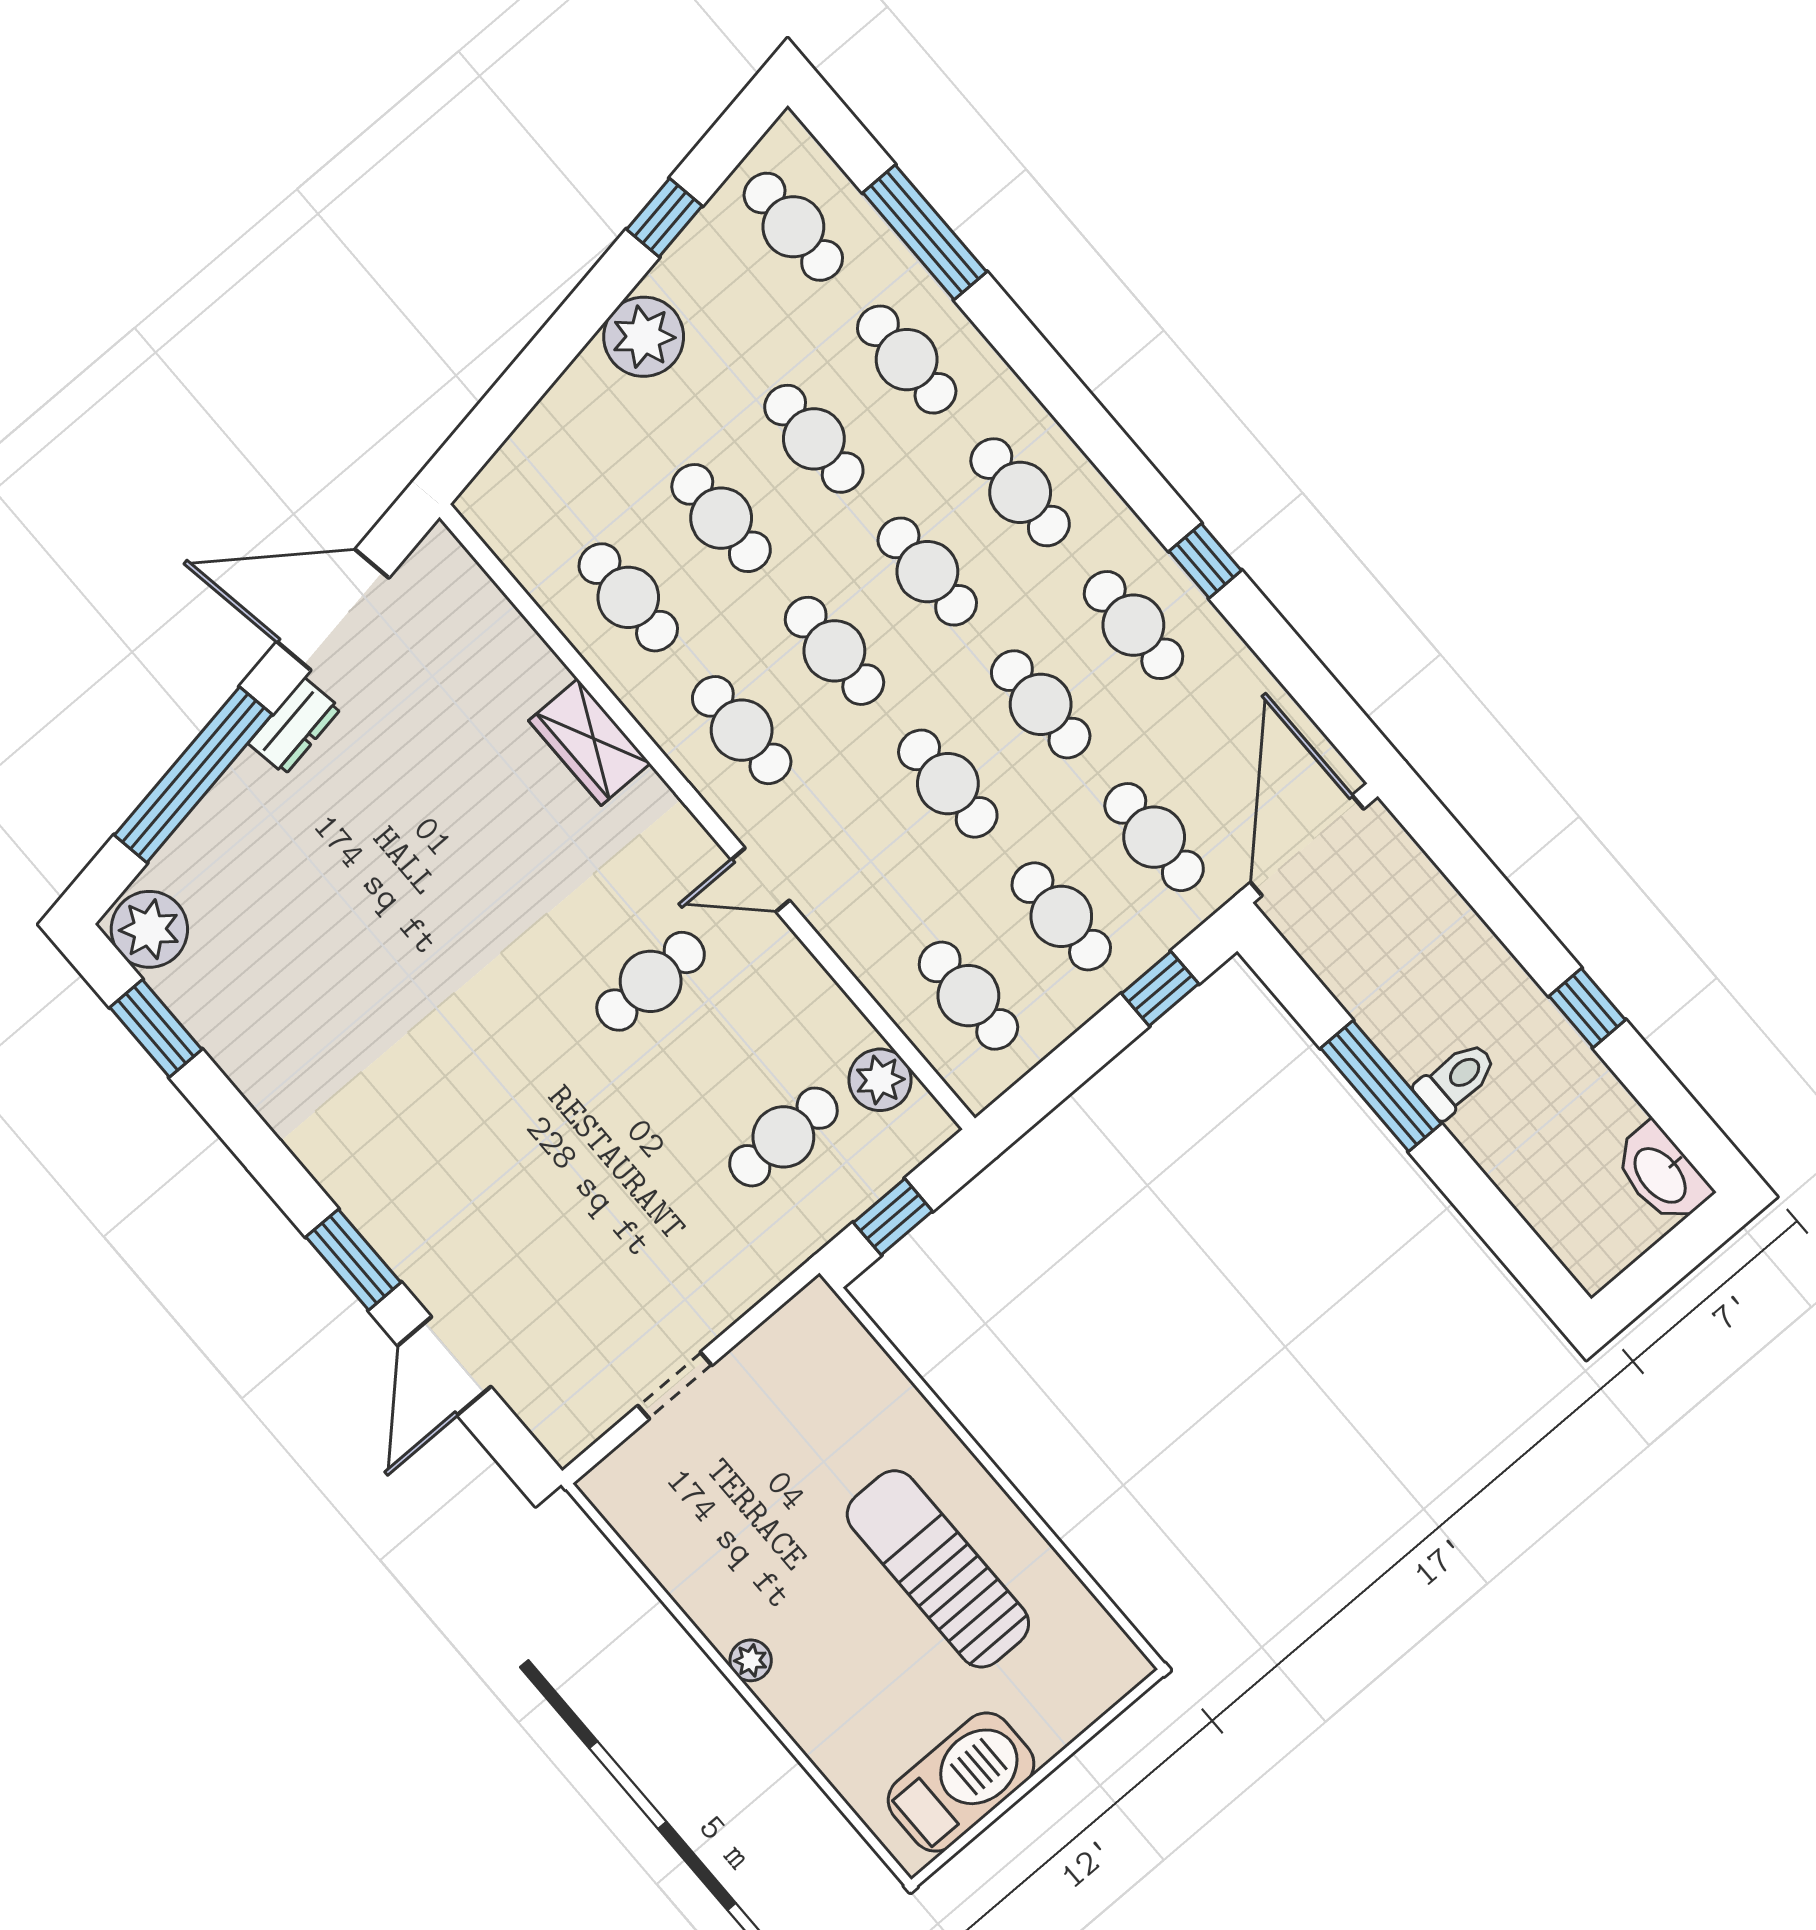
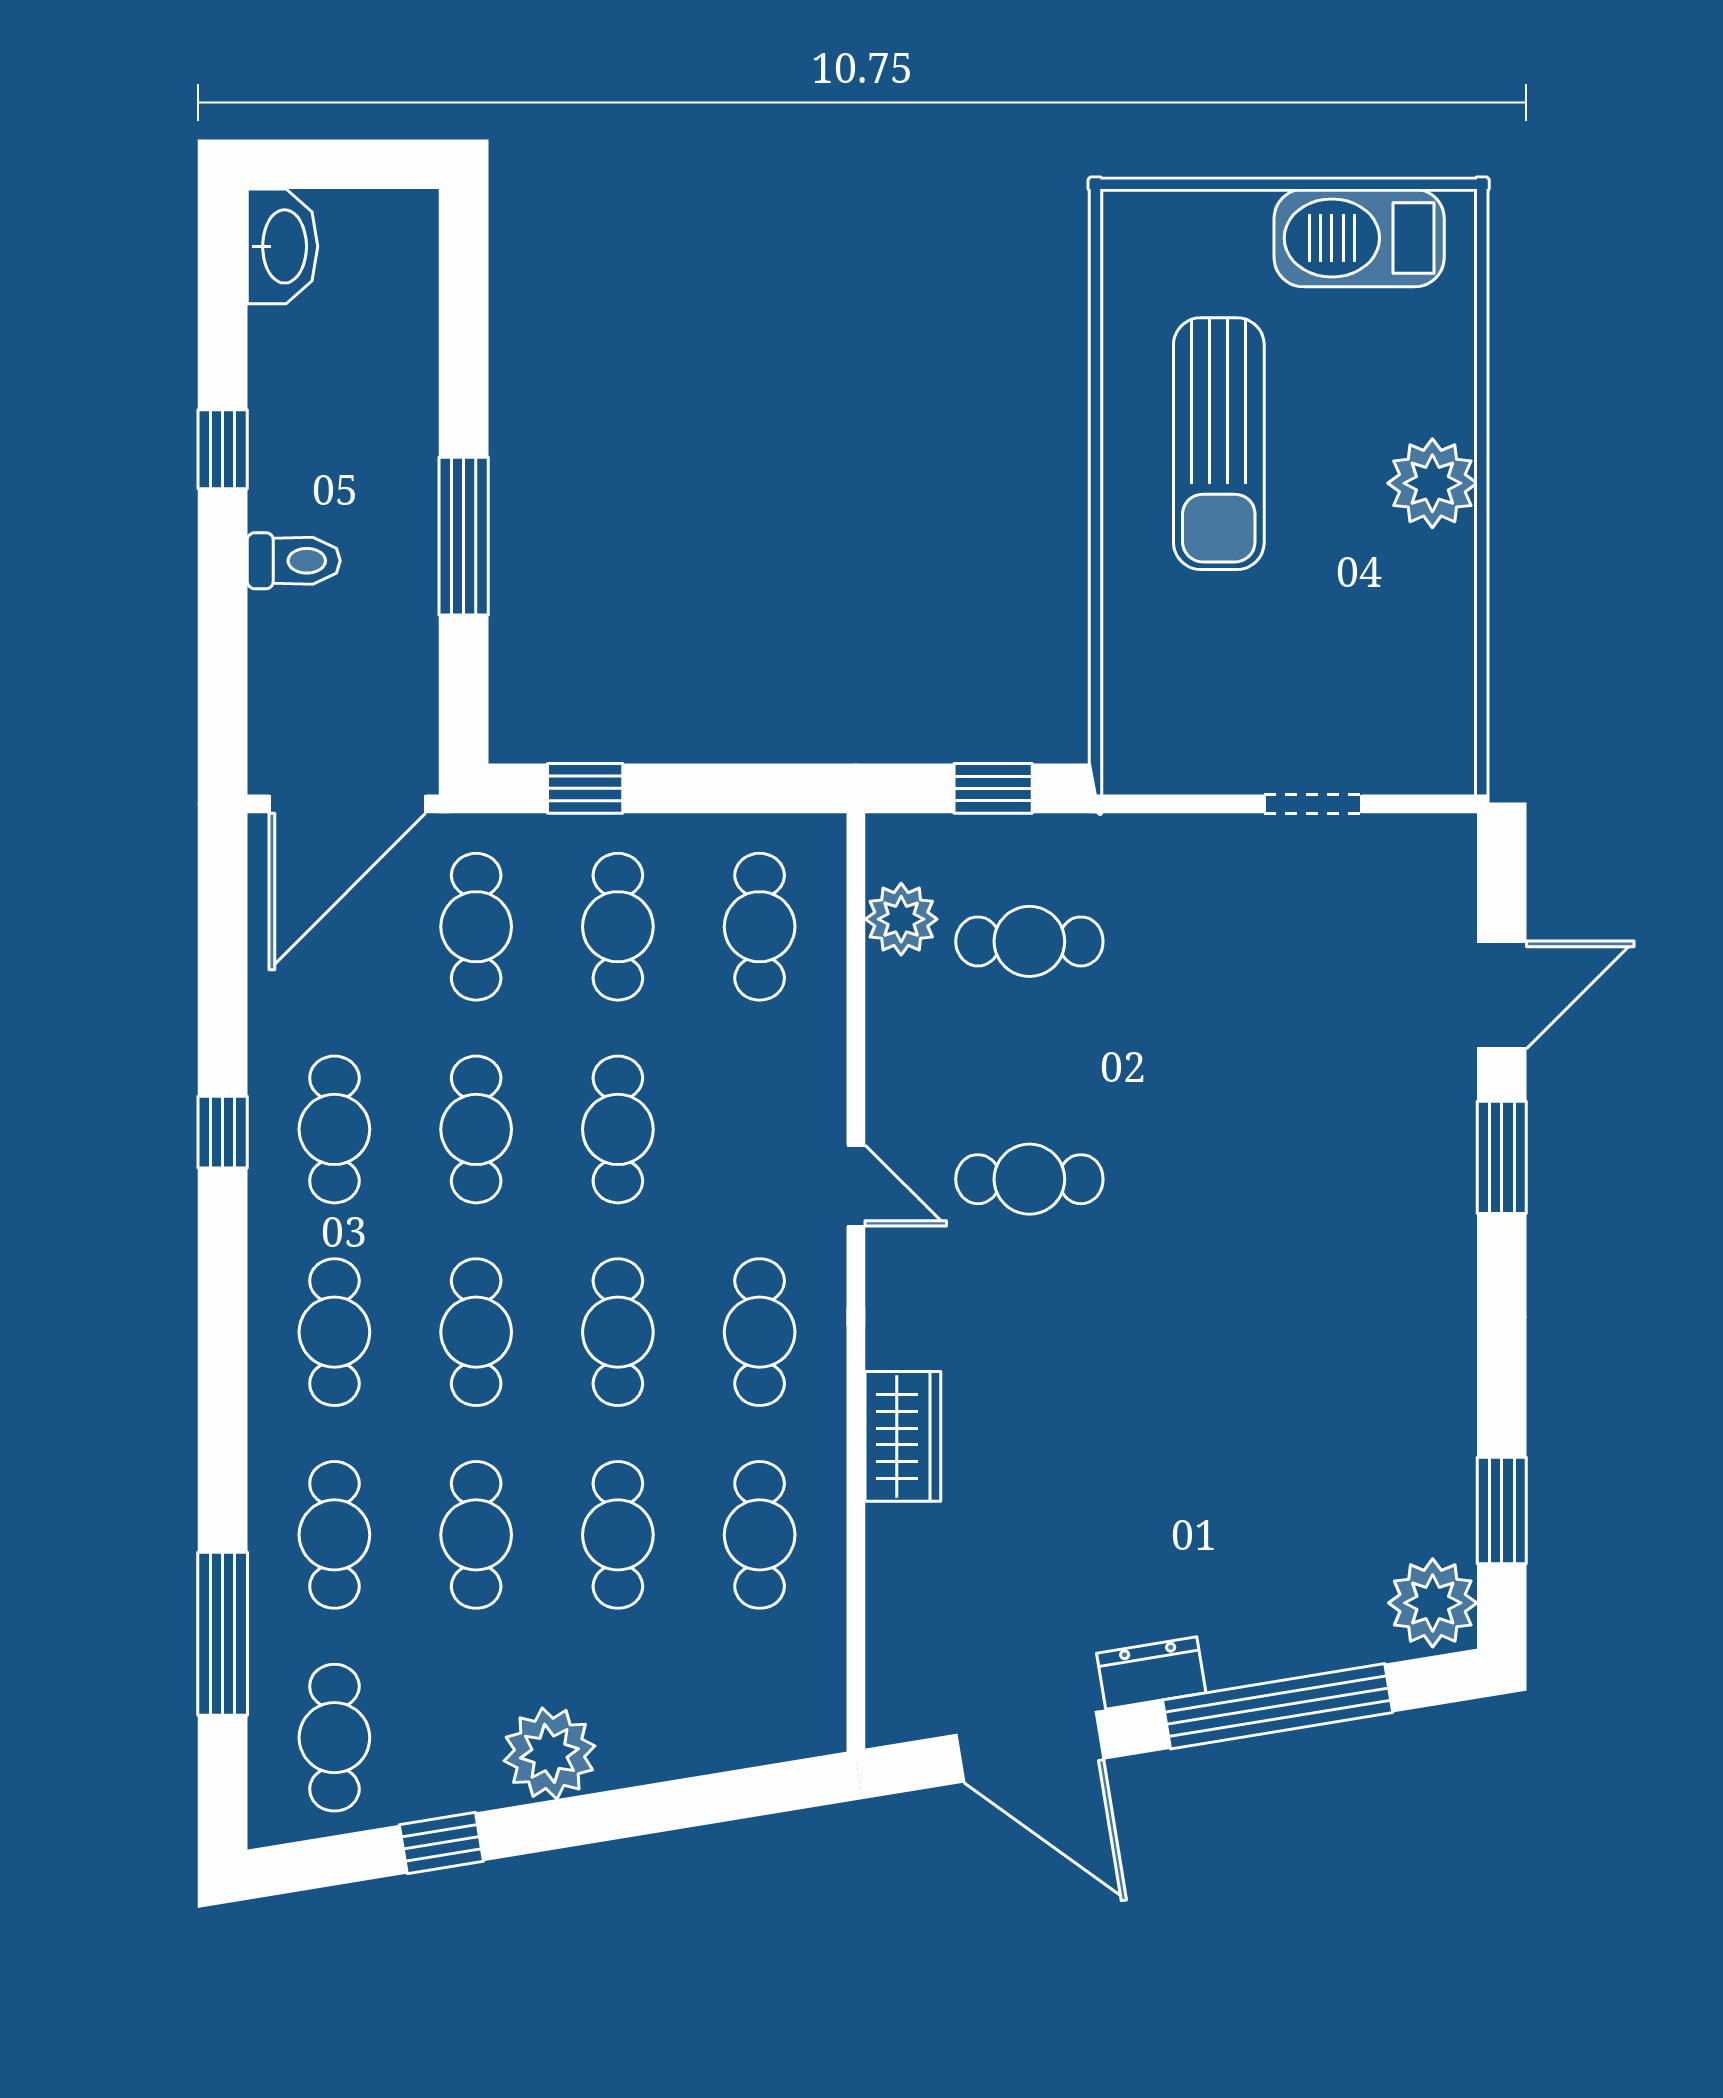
toilet: (1456, 1080) -> (294, 561), moved, turned 180
plant: (751, 1660) -> (1432, 483), width x1.88, depth x1.88

